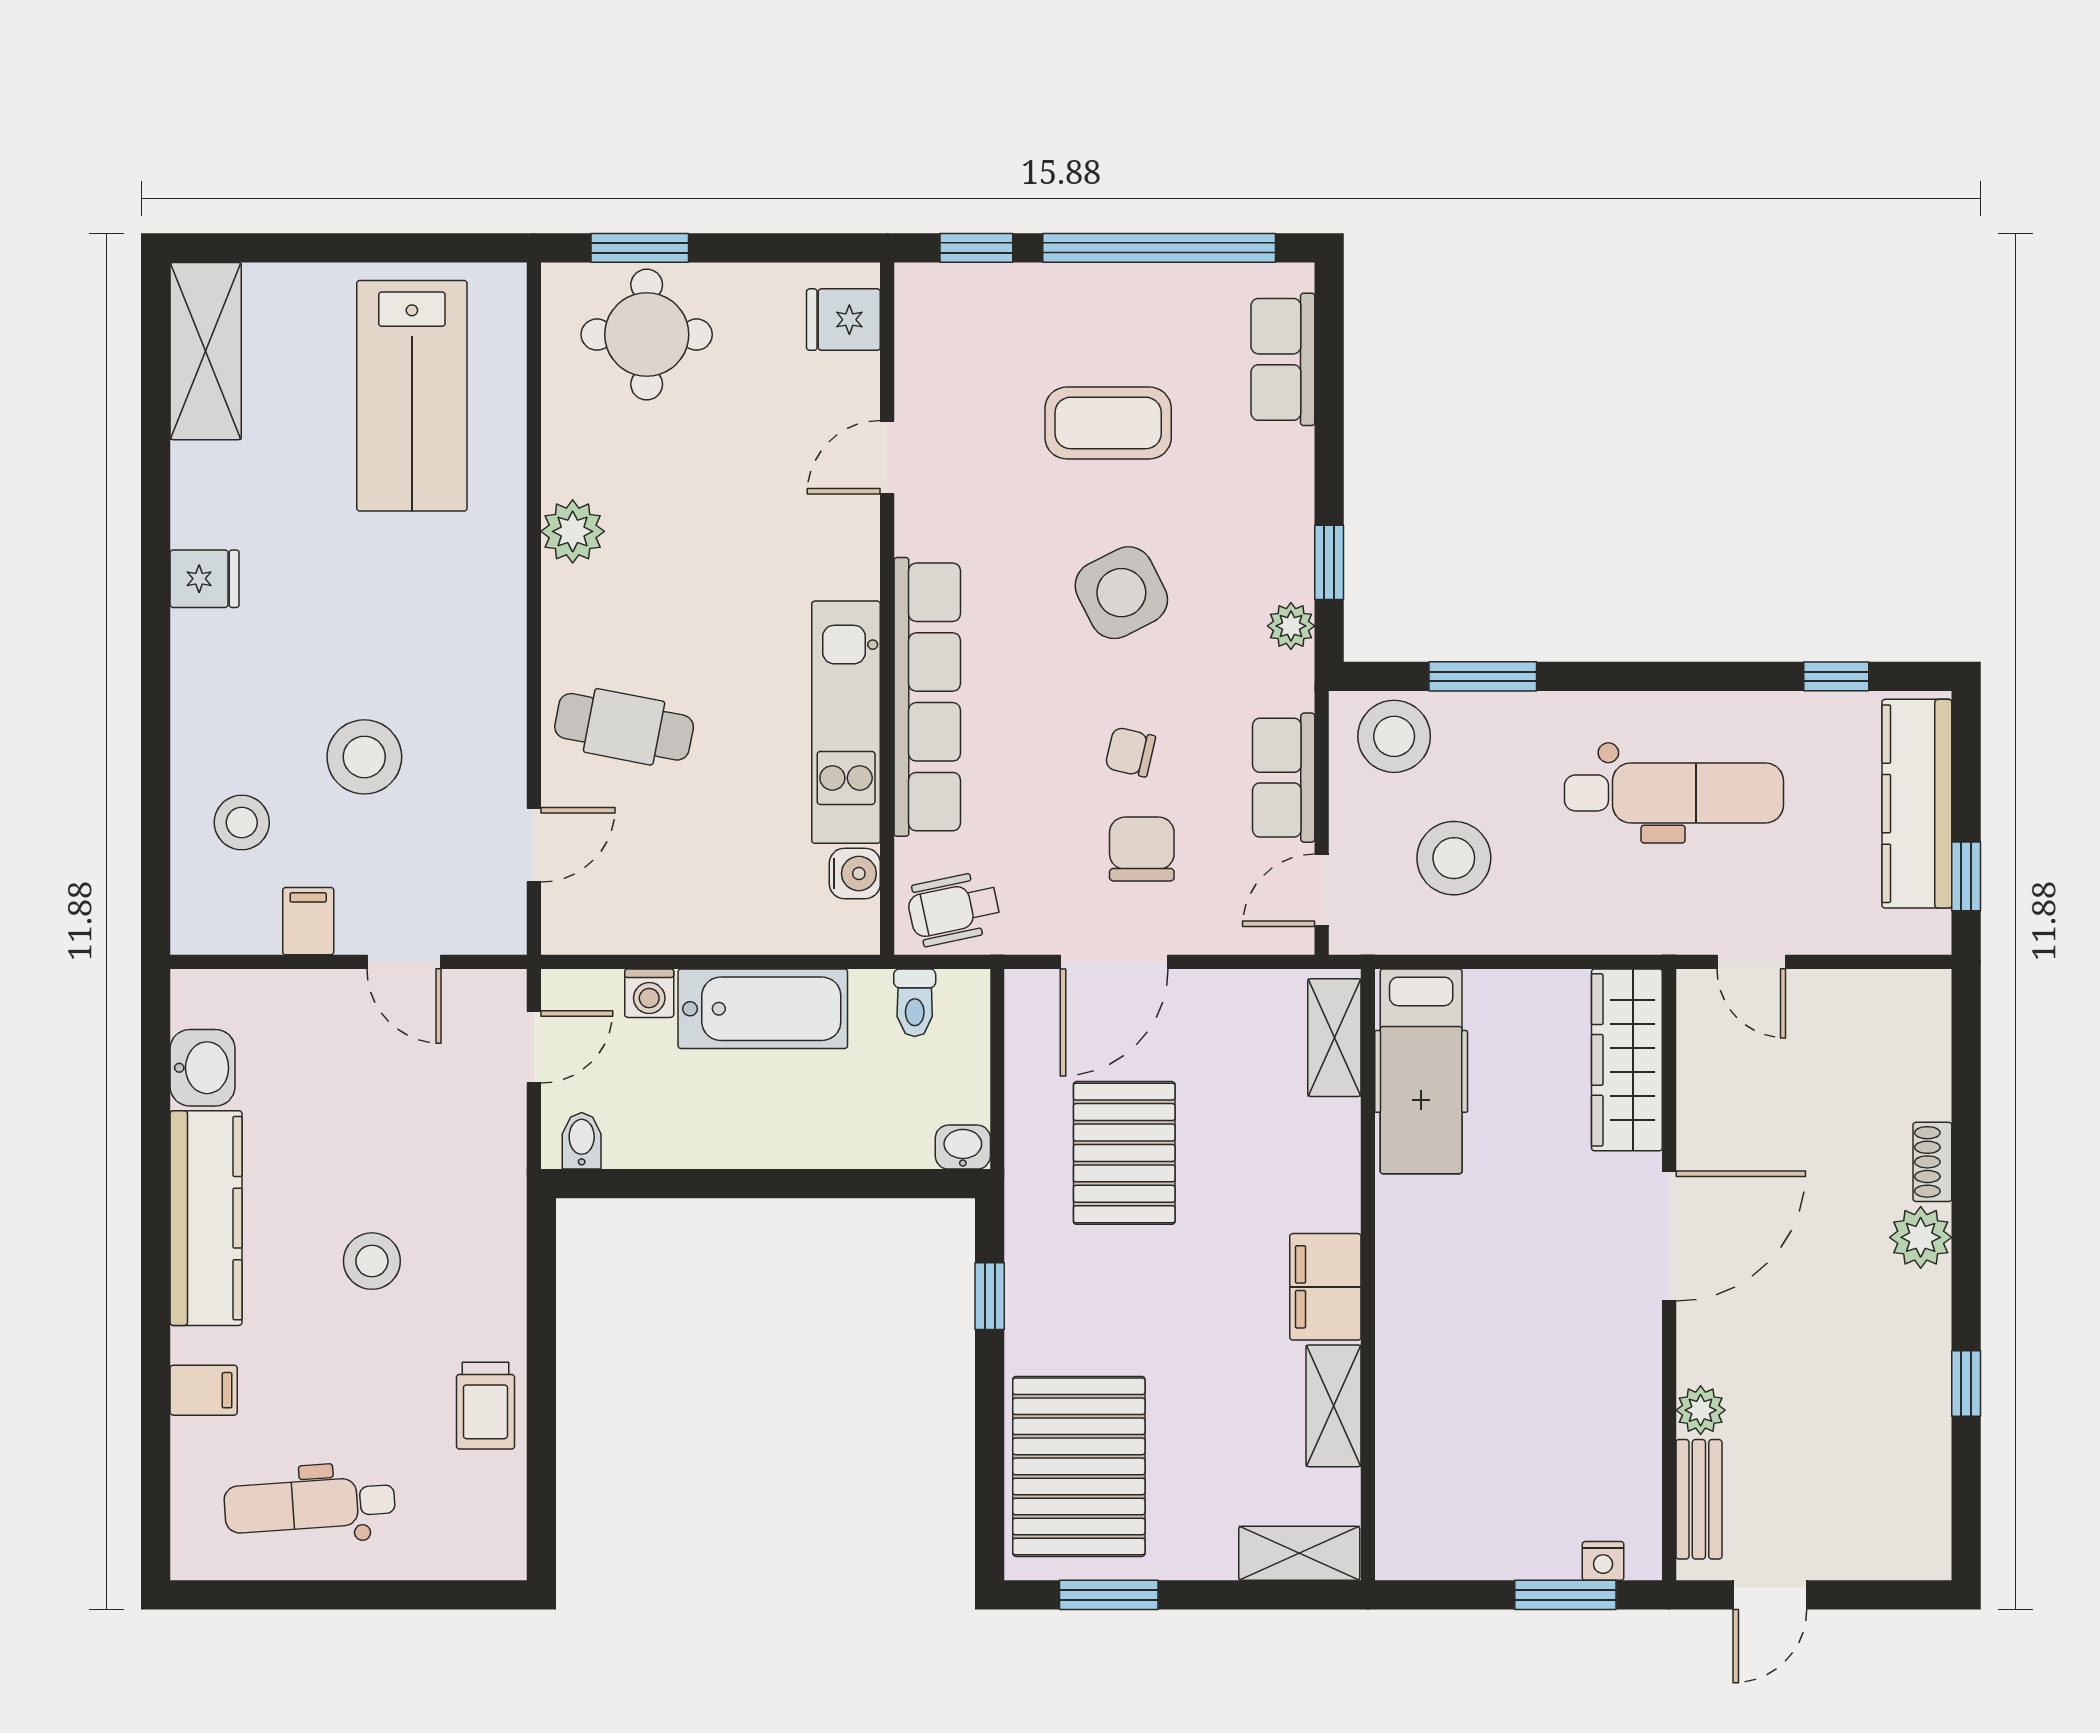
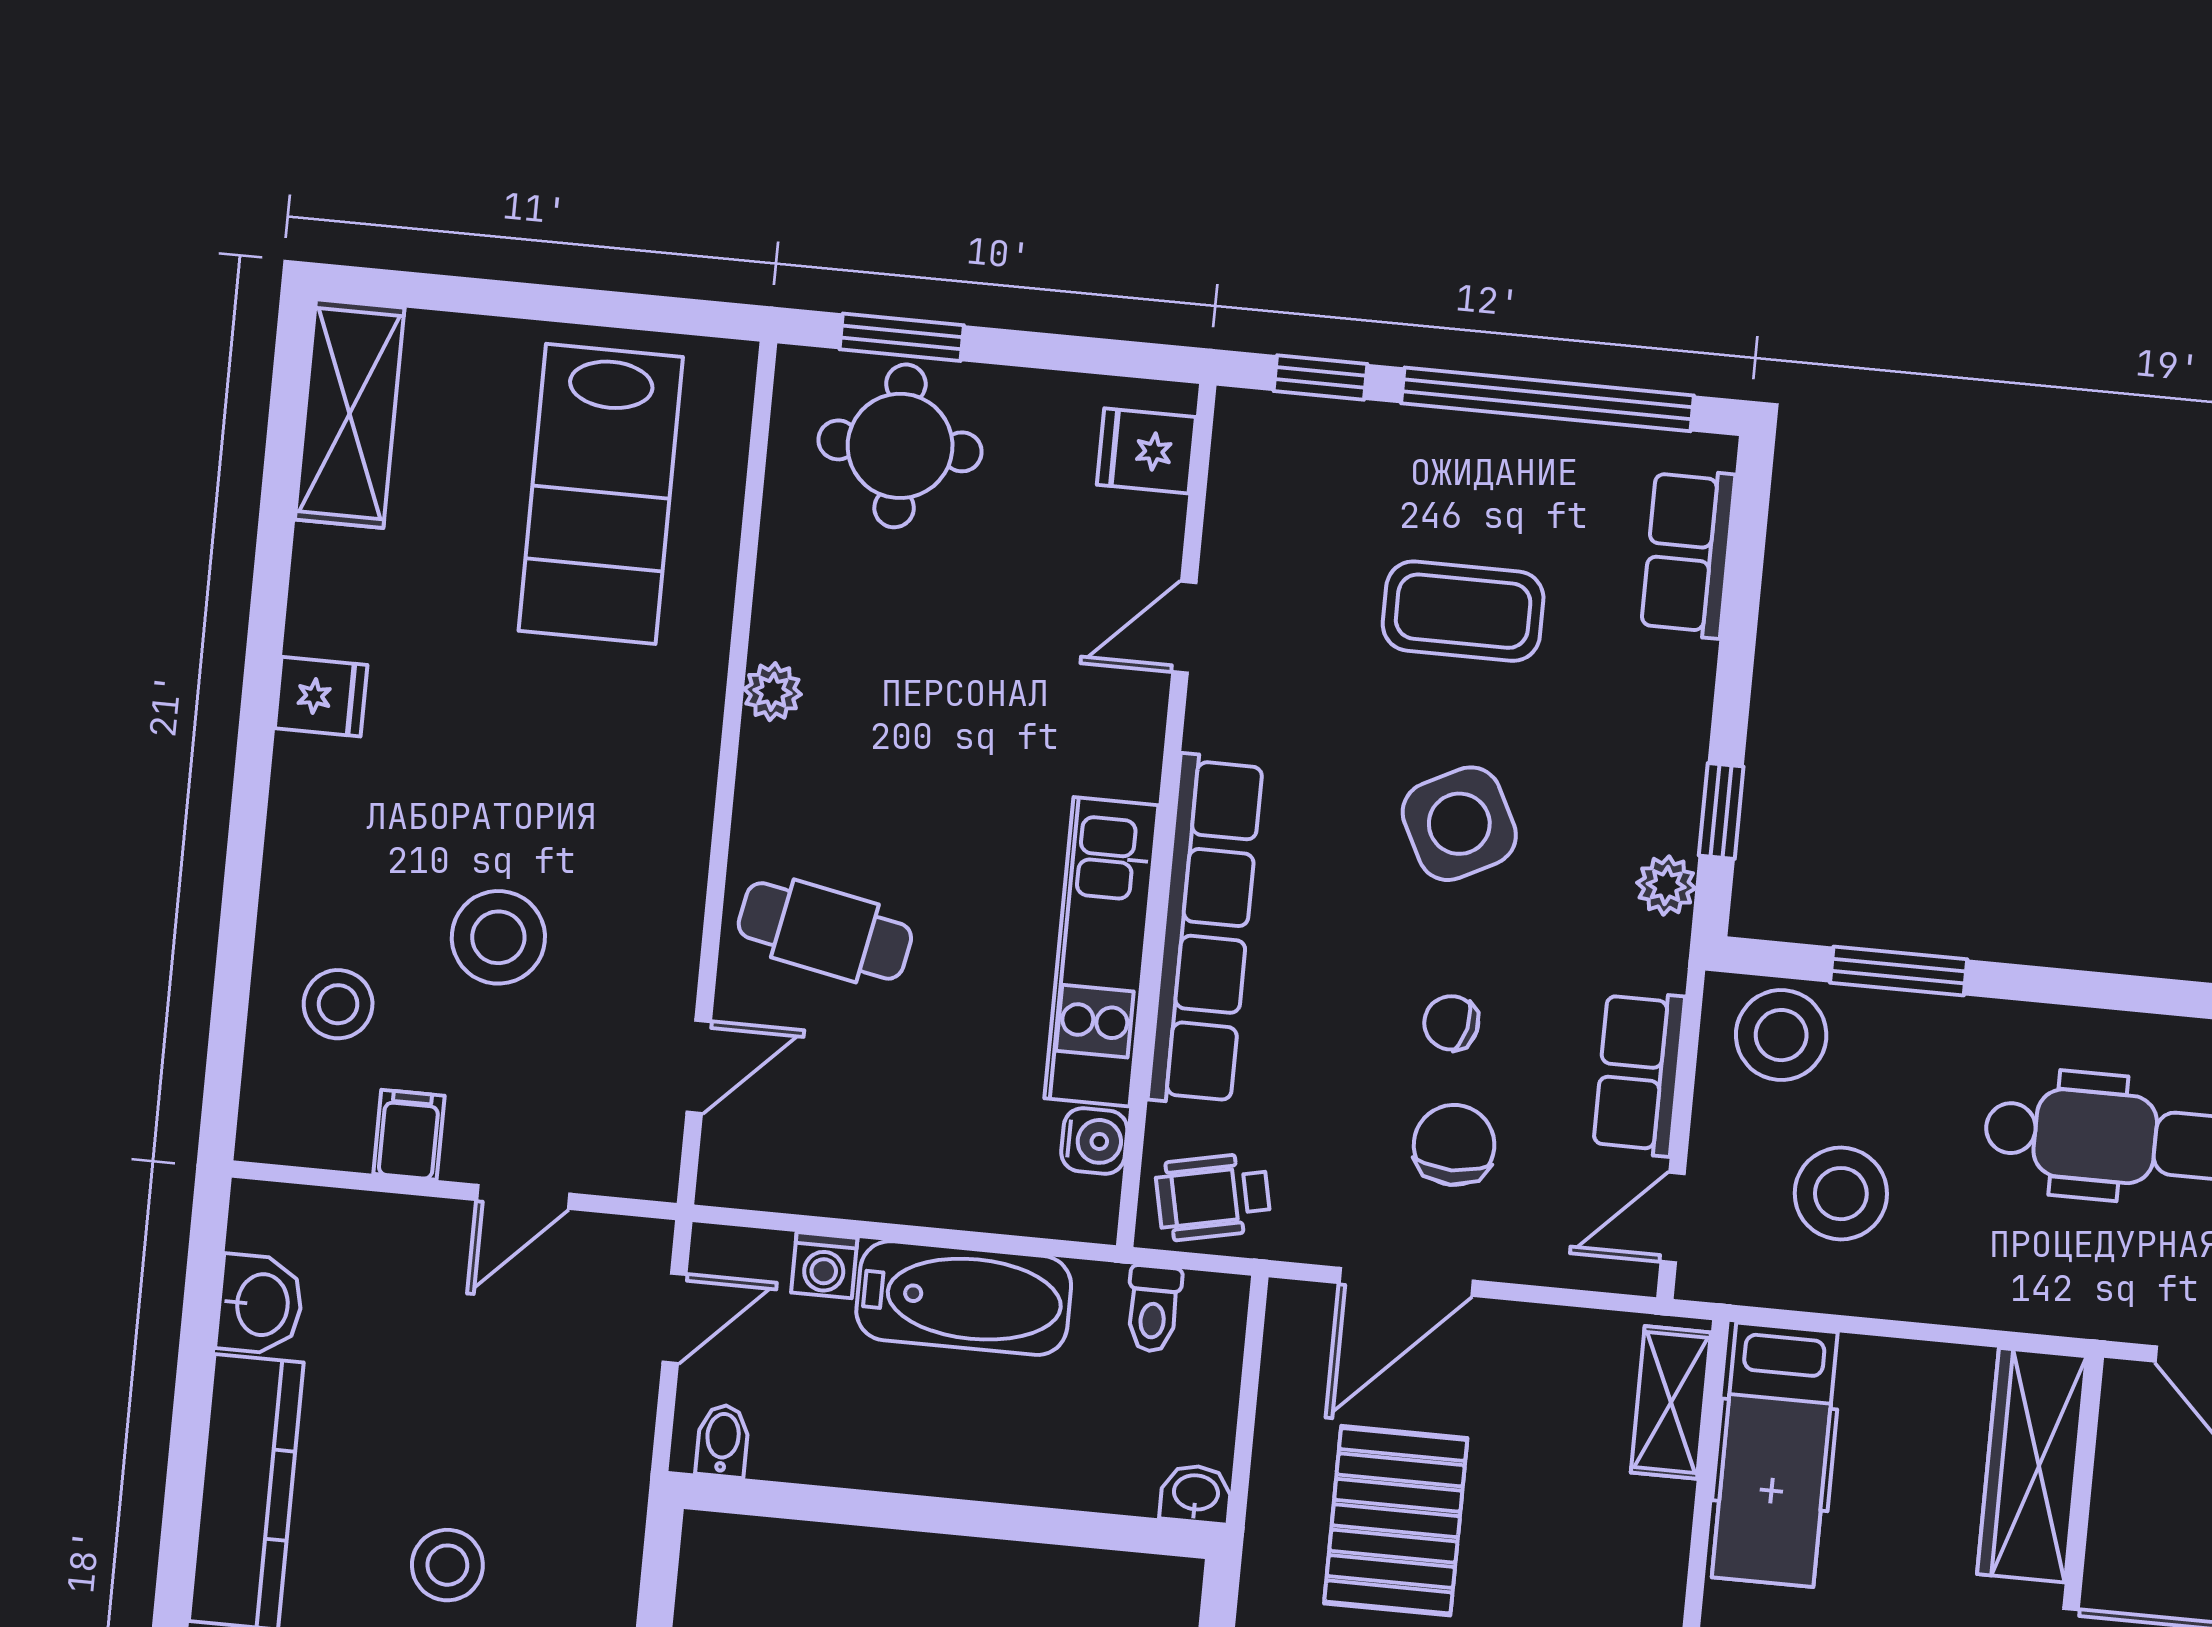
plant: (573, 531) -> (772, 692), width x0.73, depth x0.73
door: (404, 962) -> (523, 1197), hinge flipped

